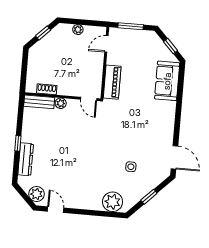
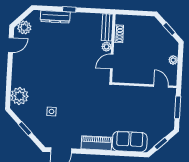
piano: (112, 82) -> (96, 143), moved, turned 180
door: (89, 99) -> (112, 62), moved

